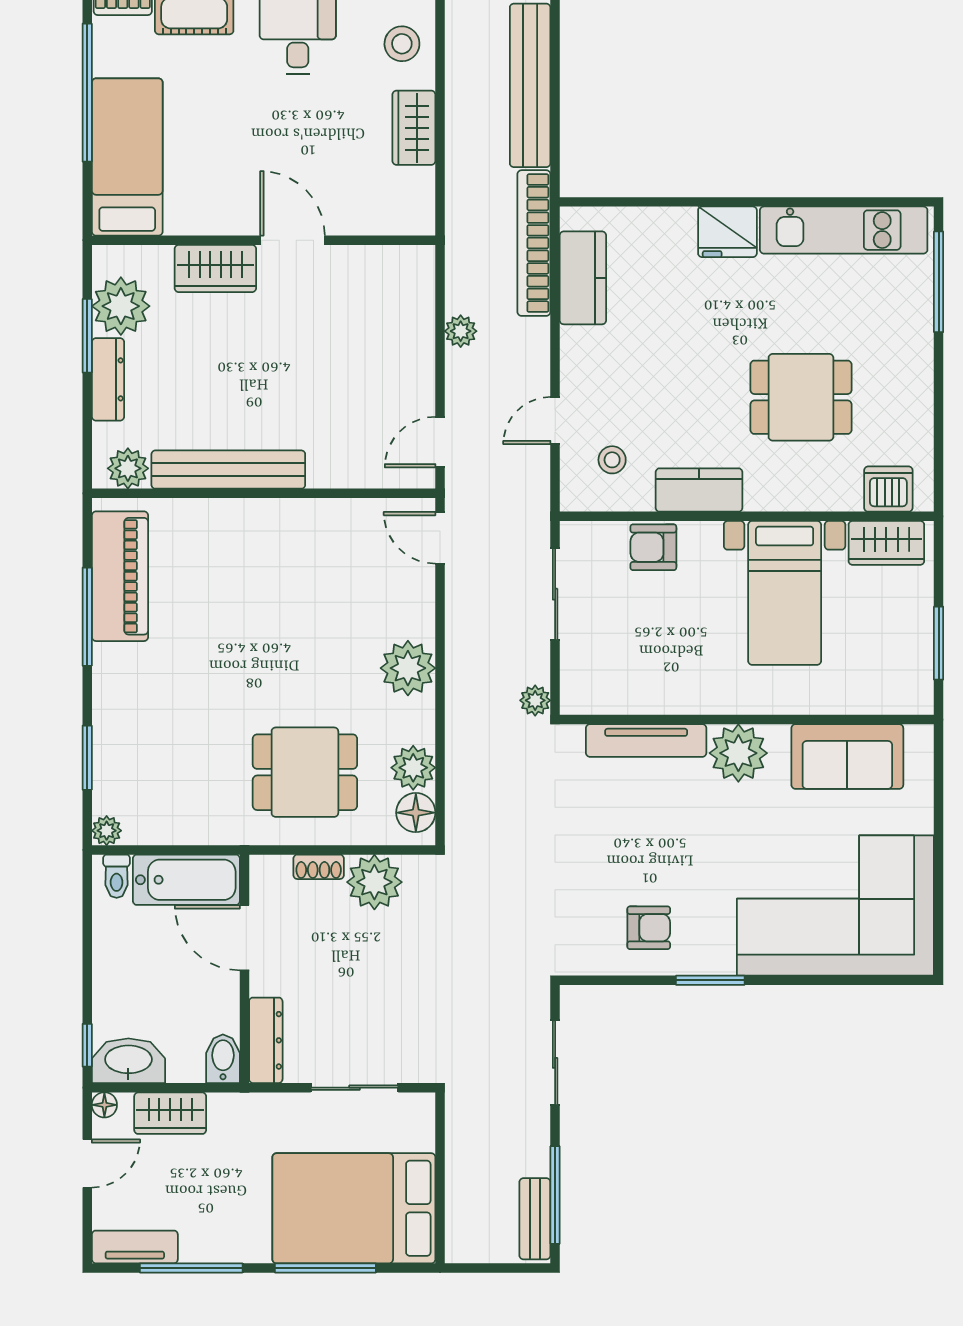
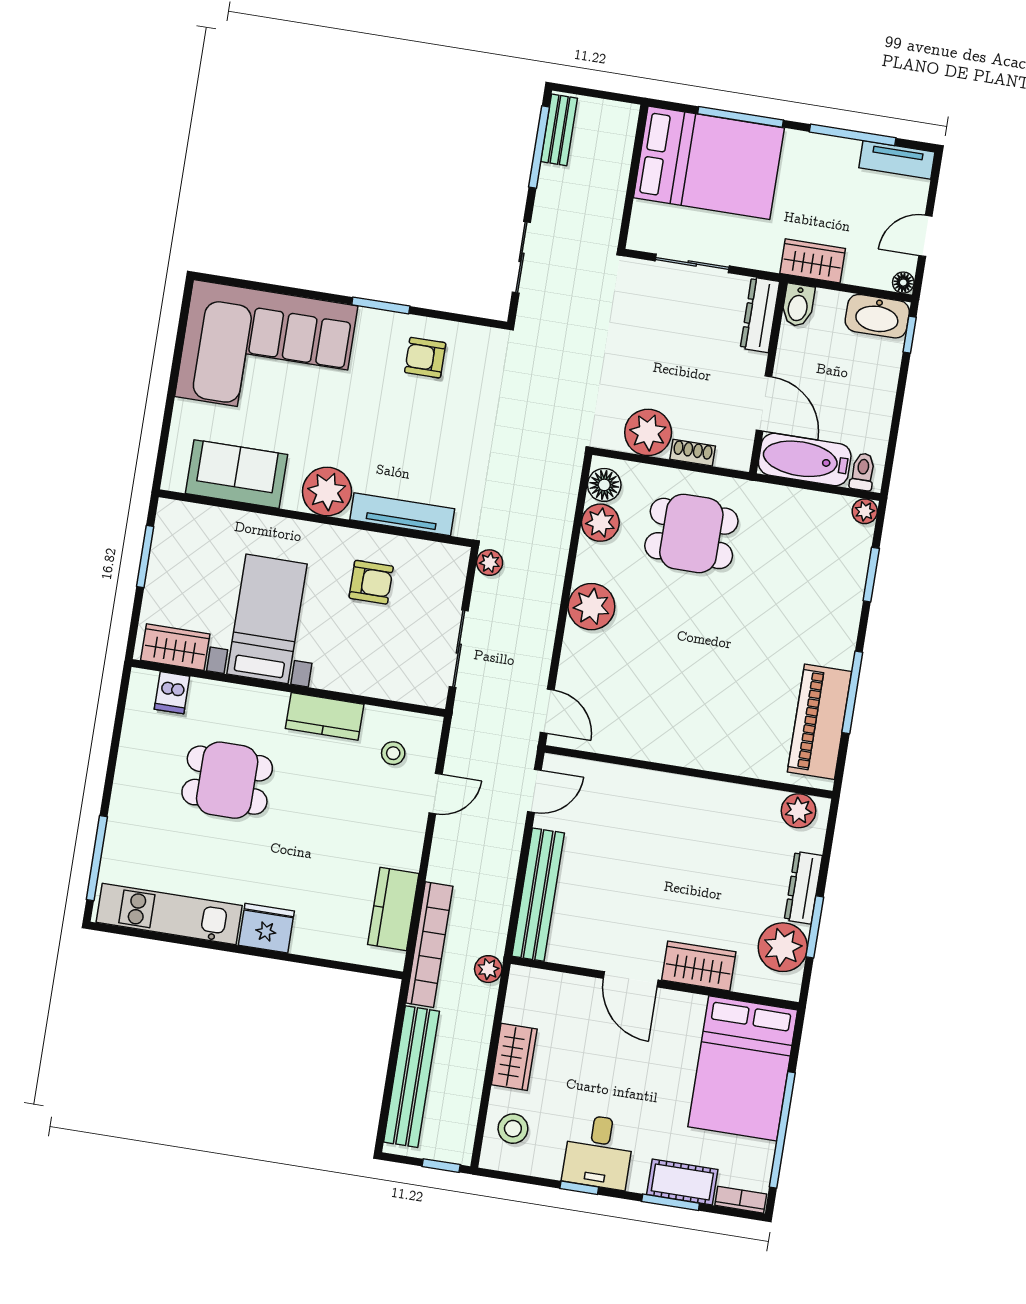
bed: (127, 157) -> (743, 1068), width x1.50
plant: (461, 331) -> (488, 969), moved
bench: (228, 470) -> (538, 895), moved, turned 90
dishwasher: (888, 489) -> (172, 693), width x0.73
armchair: (653, 547) -> (371, 582), moved
wardrobe: (170, 1113) -> (813, 261), moved

